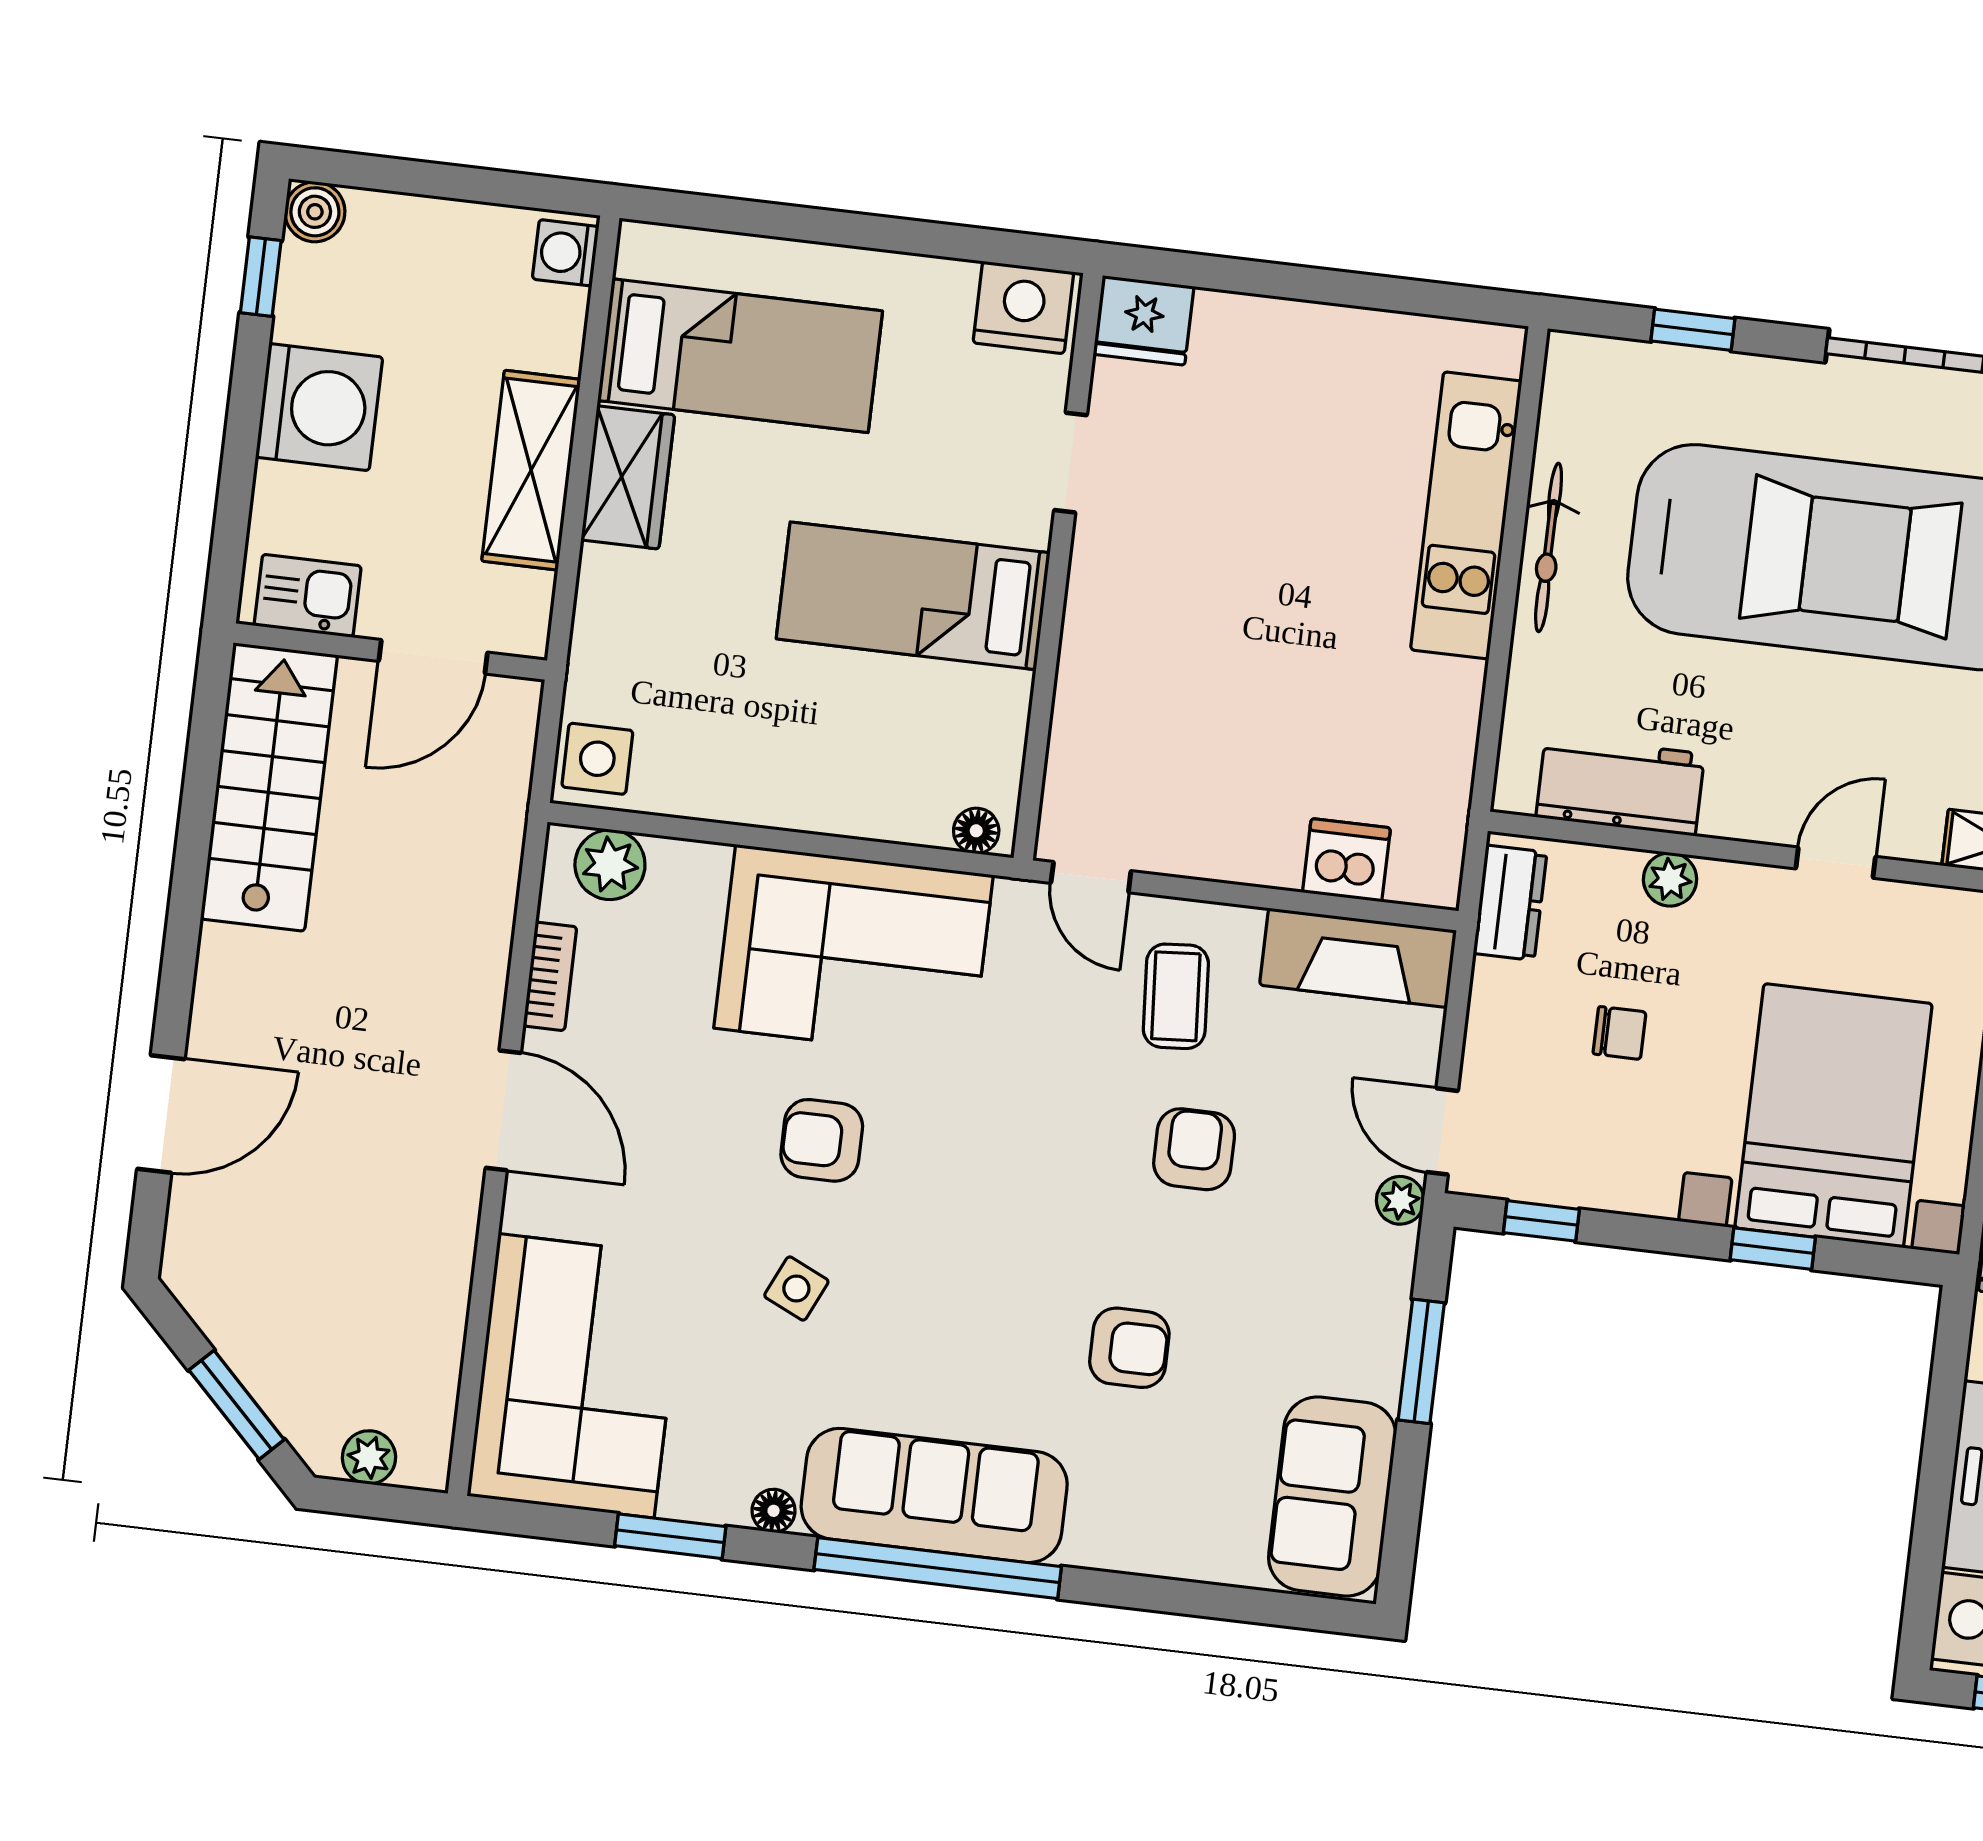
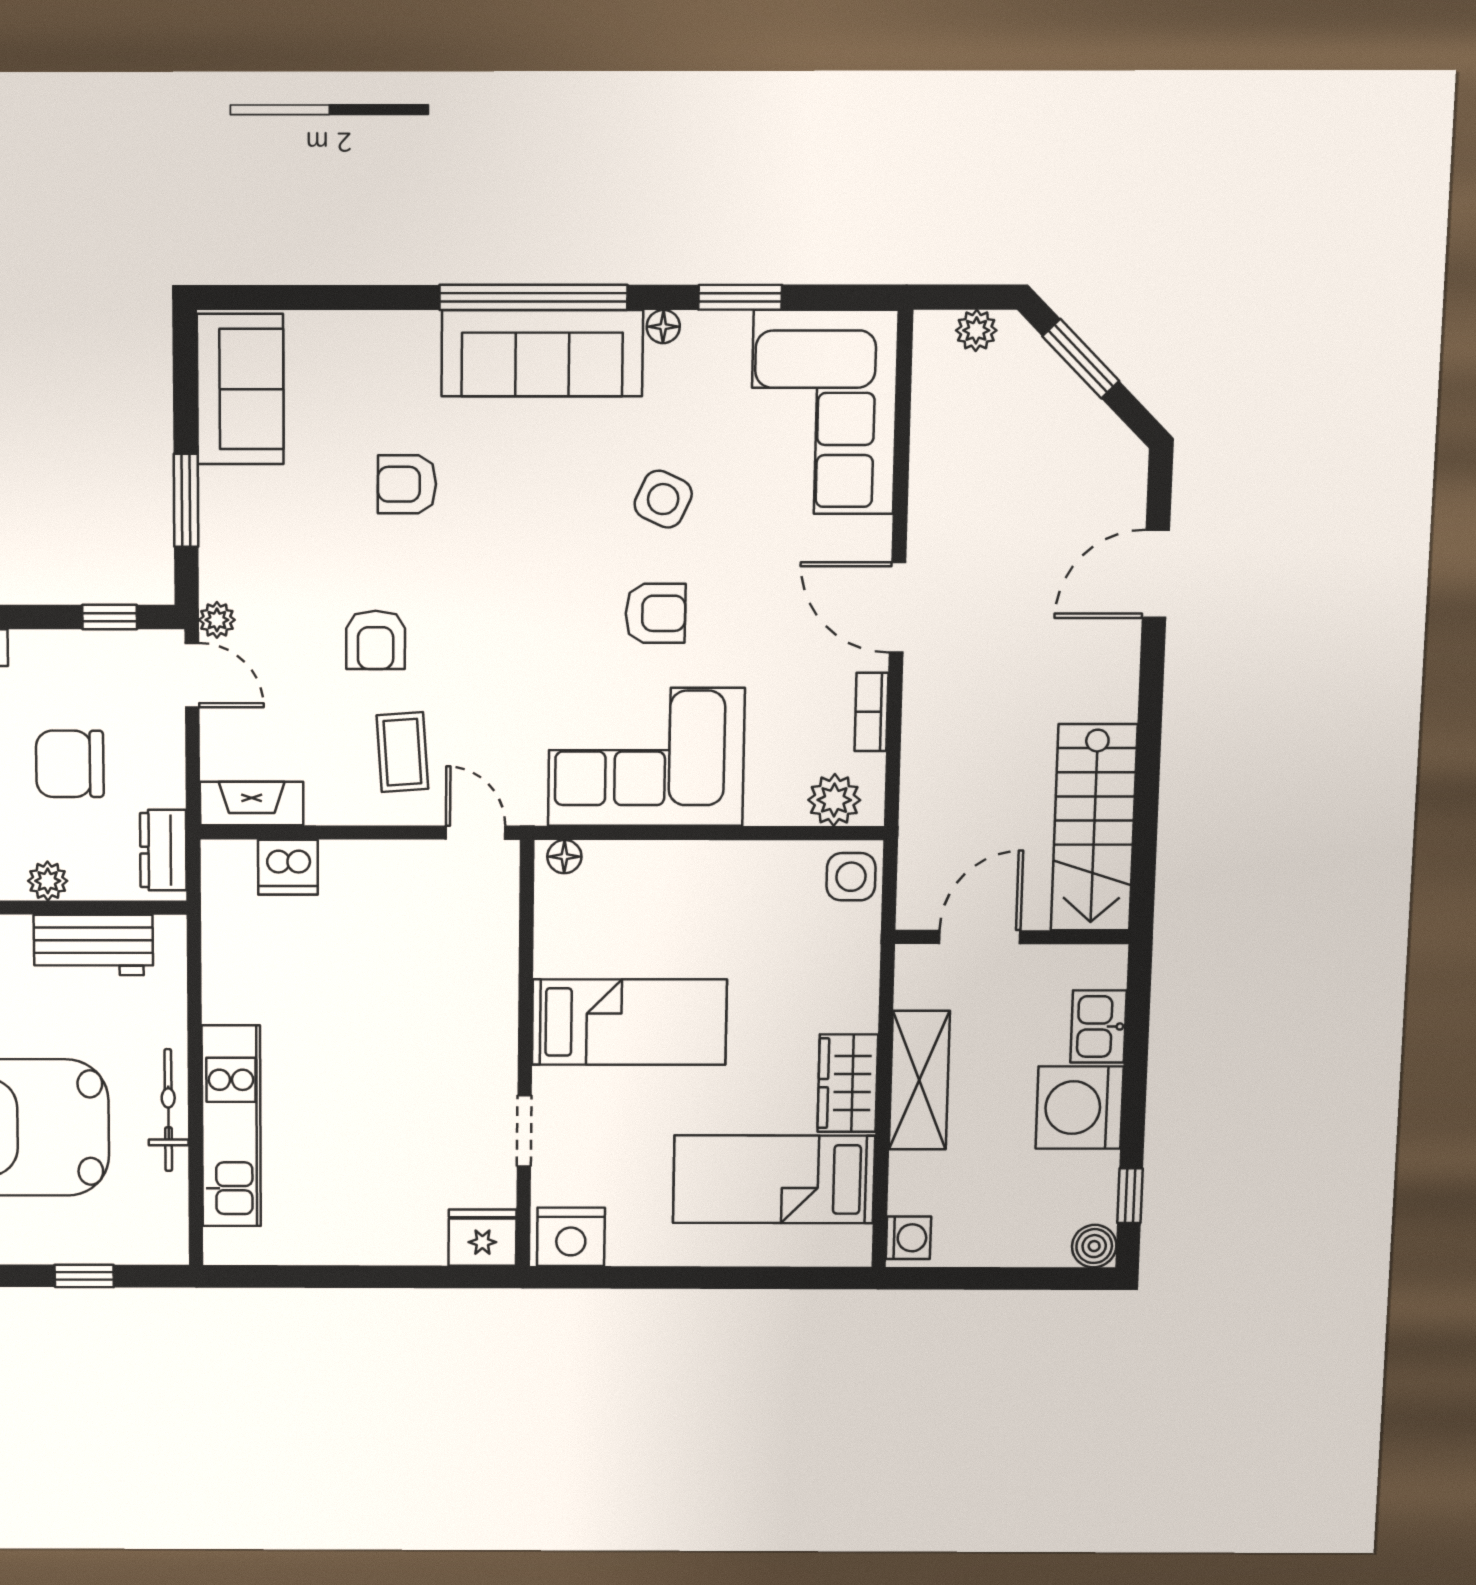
kitchen sink: (308, 596) -> (1098, 1027), moved, turned 90
fireplace: (1358, 958) -> (252, 803), width x0.73, depth x0.76
chair: (1620, 1033) -> (70, 764), width x1.87, depth x1.87
side table: (796, 1289) -> (663, 499), width x1.37, depth x1.37

